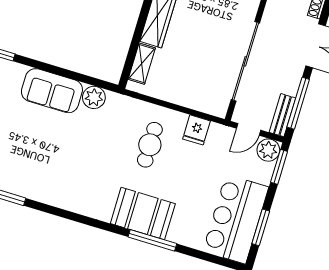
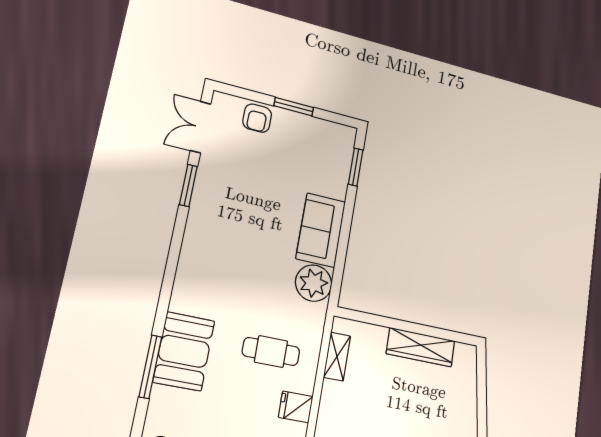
shelving: (142, 64) -> (337, 357), moved, turned 90
plant: (94, 97) -> (314, 283), width x1.36, depth x1.36

